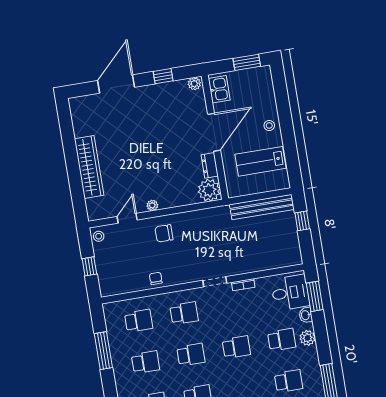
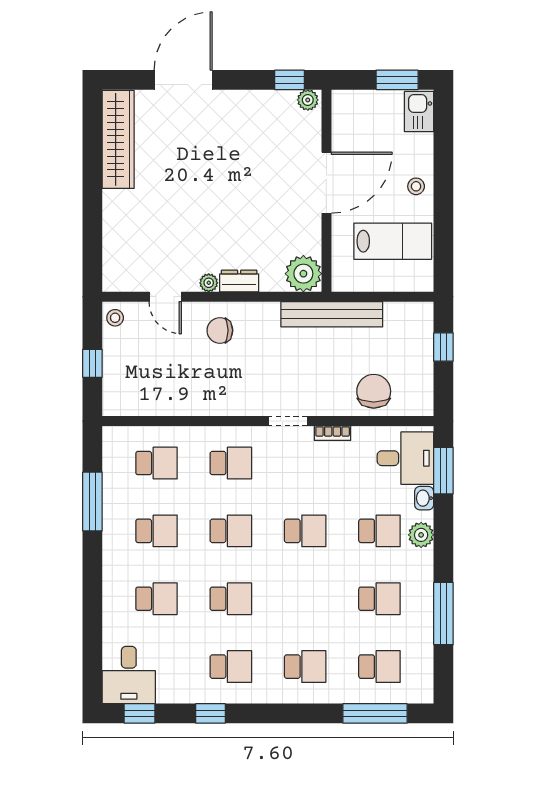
window: (163, 76) -> (290, 80), moved
kitchen sink: (219, 89) -> (419, 112), moved, turned 180
lab bench: (261, 161) -> (393, 241), turned 180
dresser: (210, 165) -> (239, 281), moved, turned 90
wardrobe: (89, 167) -> (118, 139), moved
bench: (262, 207) -> (332, 314), moved
door: (127, 218) -> (165, 297), swing flipped
chair: (156, 278) -> (374, 391), moved, width x1.87, depth x1.87

